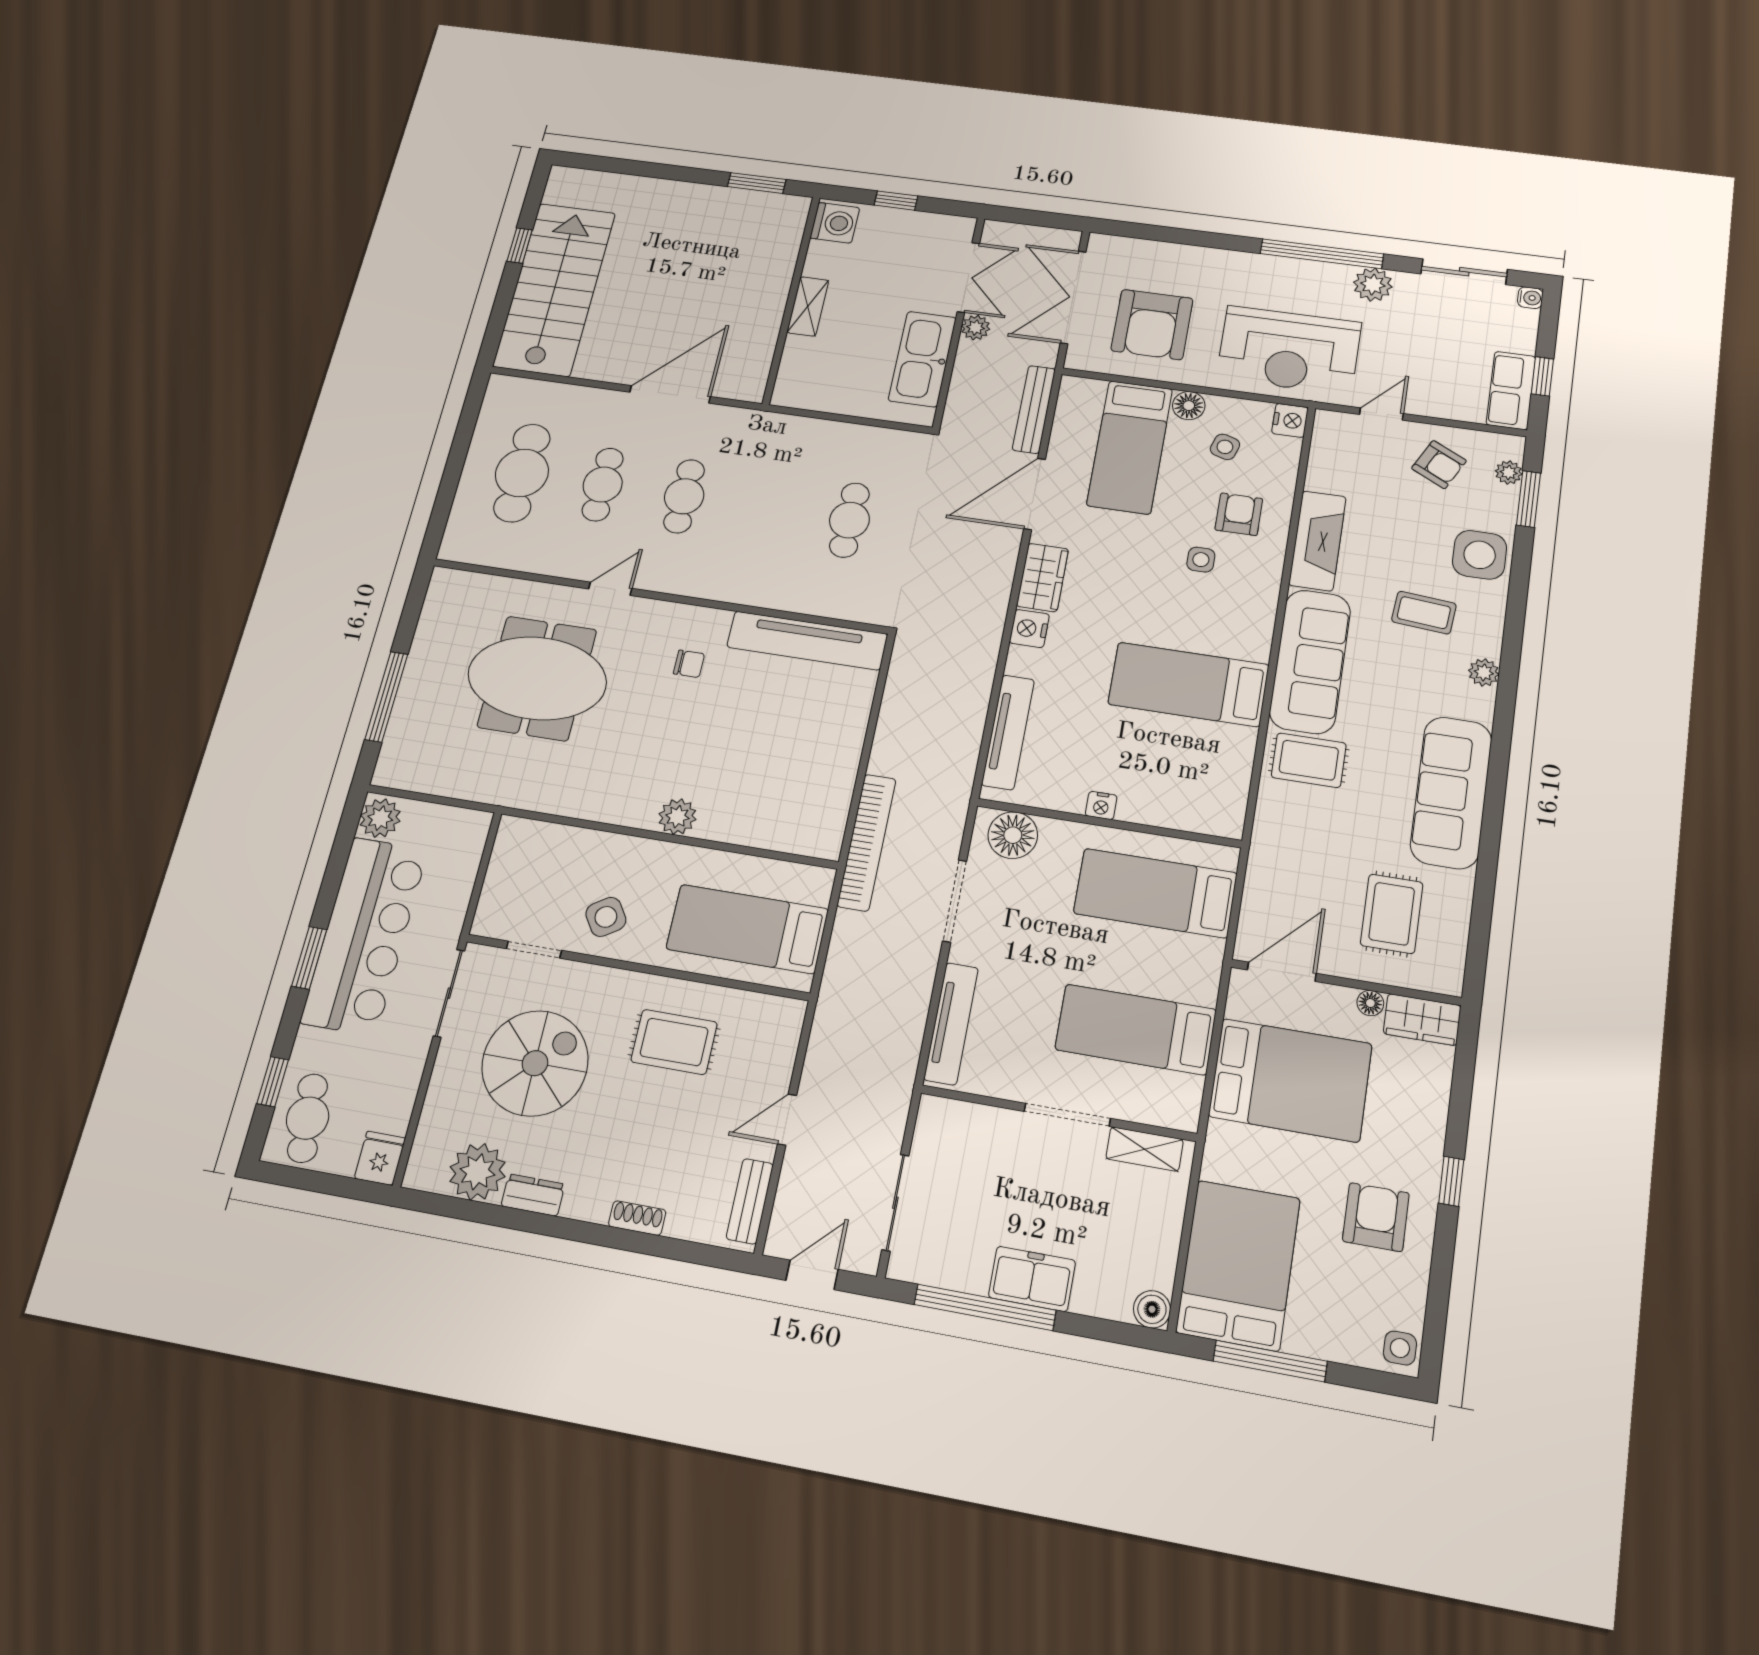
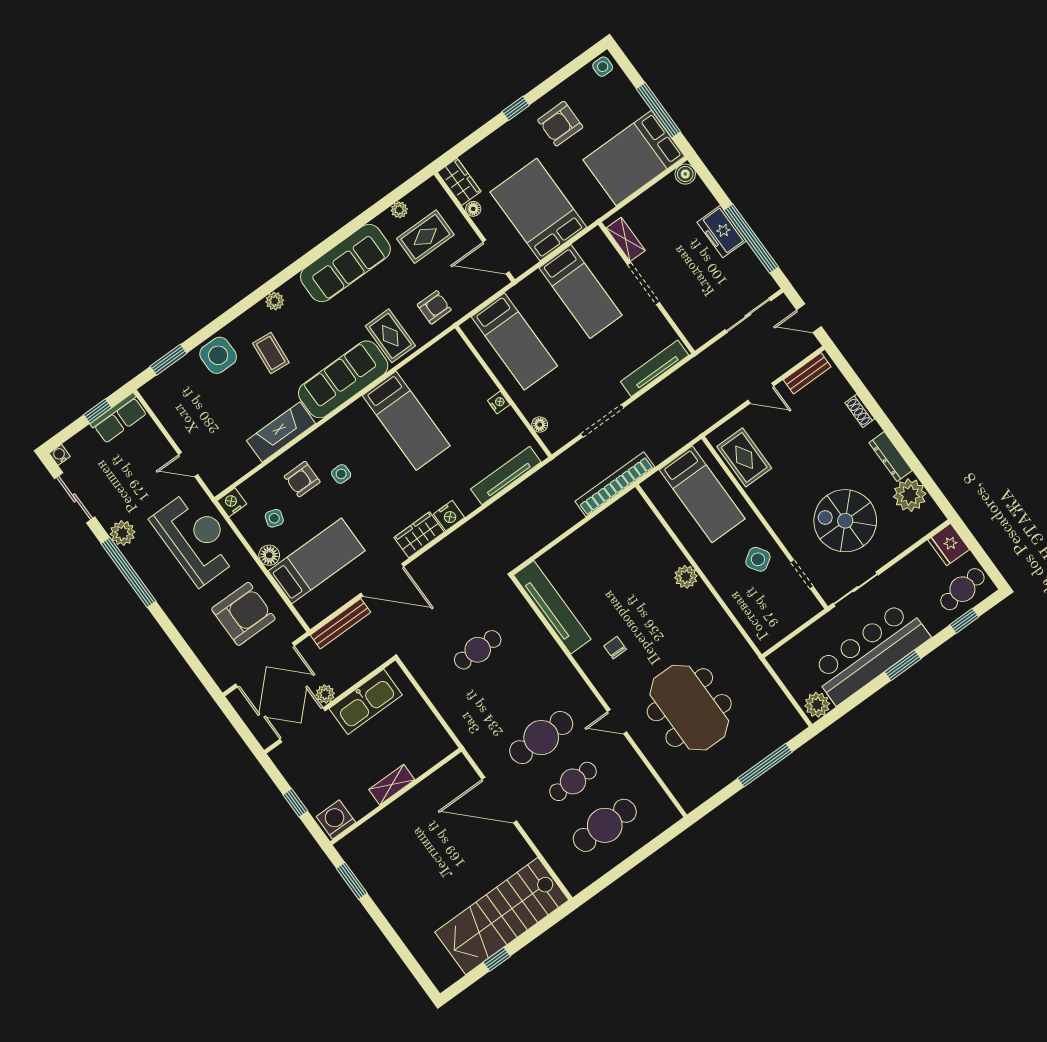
armchair: (1439, 465) -> (434, 307), moved, turned 63
plant: (1509, 472) -> (399, 210), moved
cafe table: (684, 496) -> (541, 738), width x1.37, depth x1.35
floor lamp: (1013, 835) -> (540, 425), width x0.53, depth x0.53
rug: (674, 1042) -> (744, 457), moved
fridge: (380, 1158) -> (949, 545), width x1.38
dresser: (533, 1195) -> (891, 457), width x1.44

